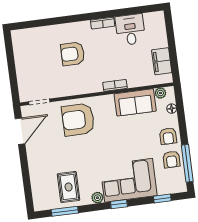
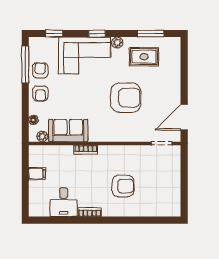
filing cabinet: (162, 61) -> (37, 174), width x0.50
armchair: (78, 120) -> (126, 98), moved
armchair: (168, 136) -> (40, 93), turned 180
rug: (69, 187) -> (144, 57), turned 90

